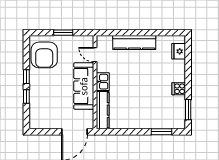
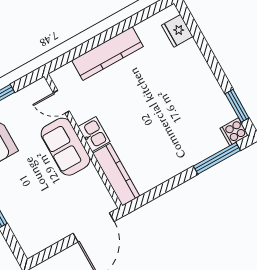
sofa: (84, 86) -> (65, 147), width x0.73
cooker: (179, 89) -> (234, 132), moved
window: (162, 132) -> (217, 158), width x1.44

